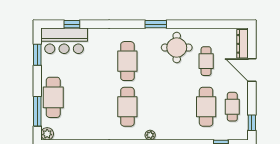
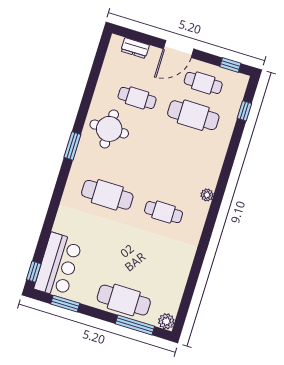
window: (72, 24) -> (34, 272), moved
dresser: (243, 44) -> (135, 48), width x0.70
door: (252, 70) -> (179, 49), moved
cafe table: (127, 107) -> (164, 212), width x0.73, depth x0.74

